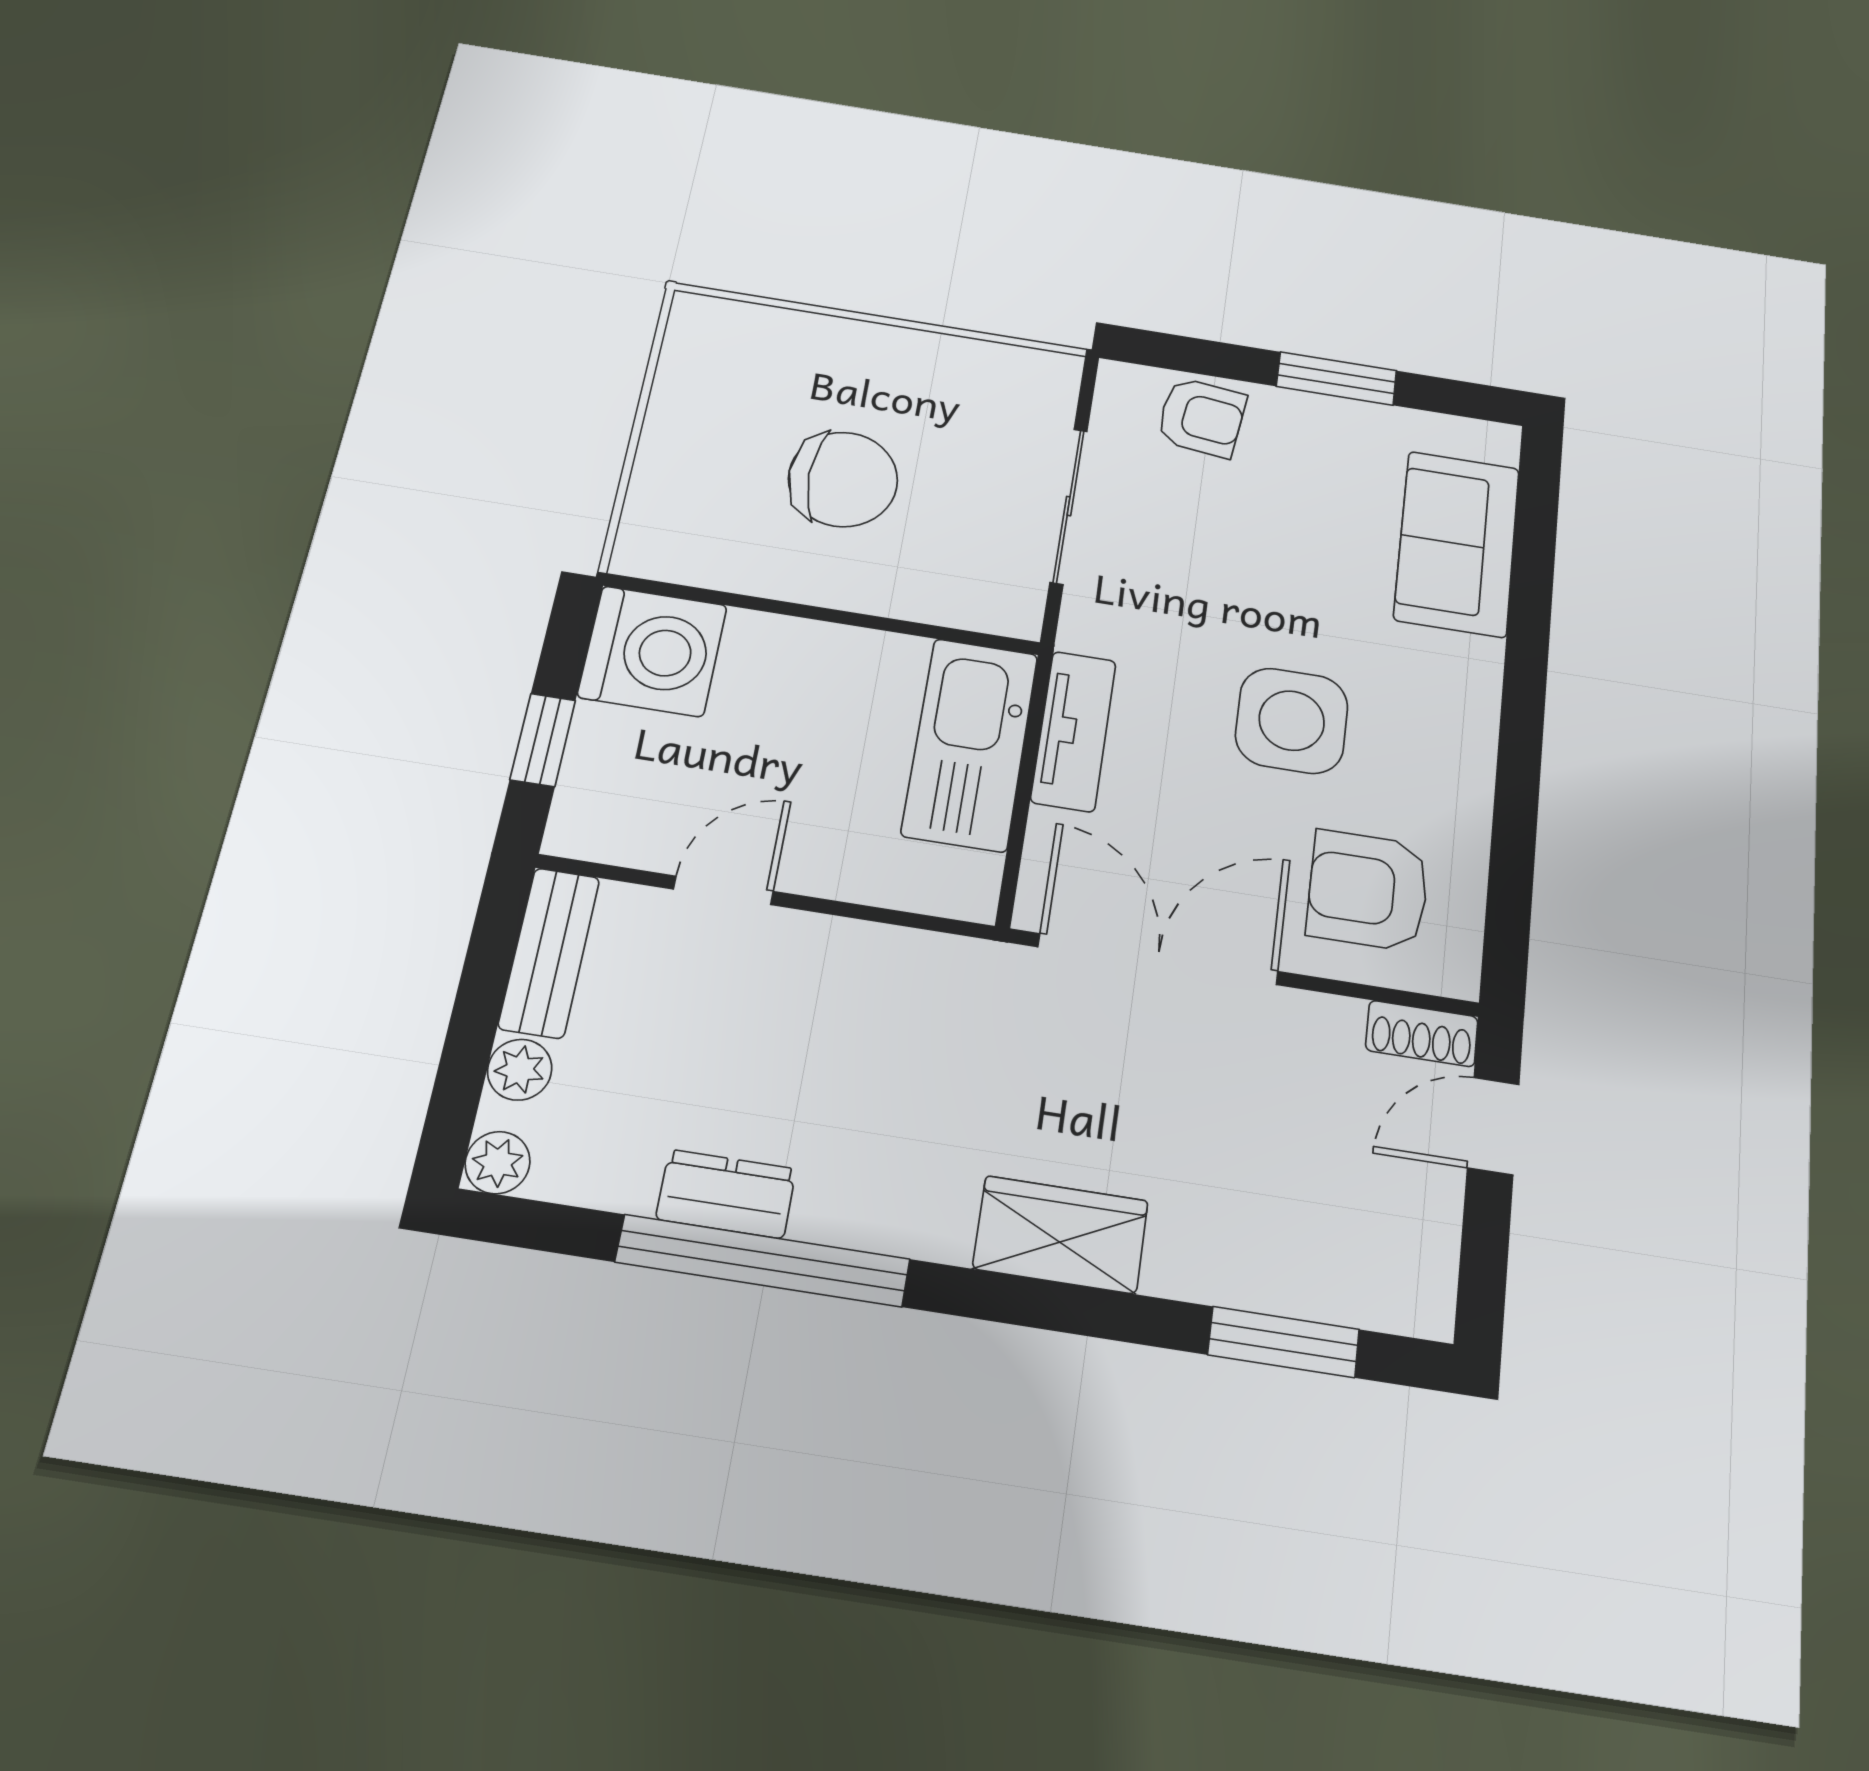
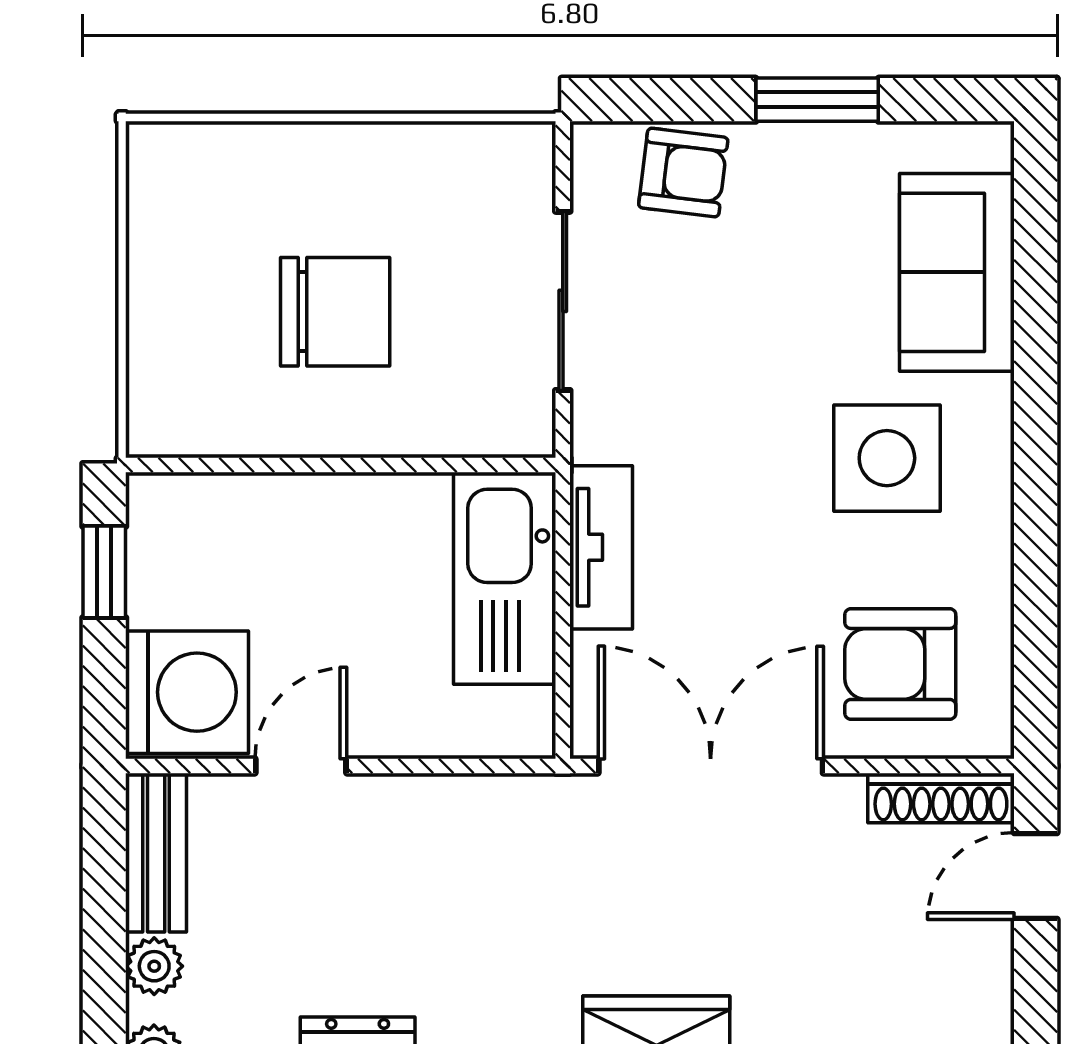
washing machine: (653, 651) -> (187, 692), moved
side table: (1292, 721) -> (887, 458), moved
window: (543, 740) -> (104, 572), moved
shoe rack: (1422, 1034) -> (941, 798), width x1.43

